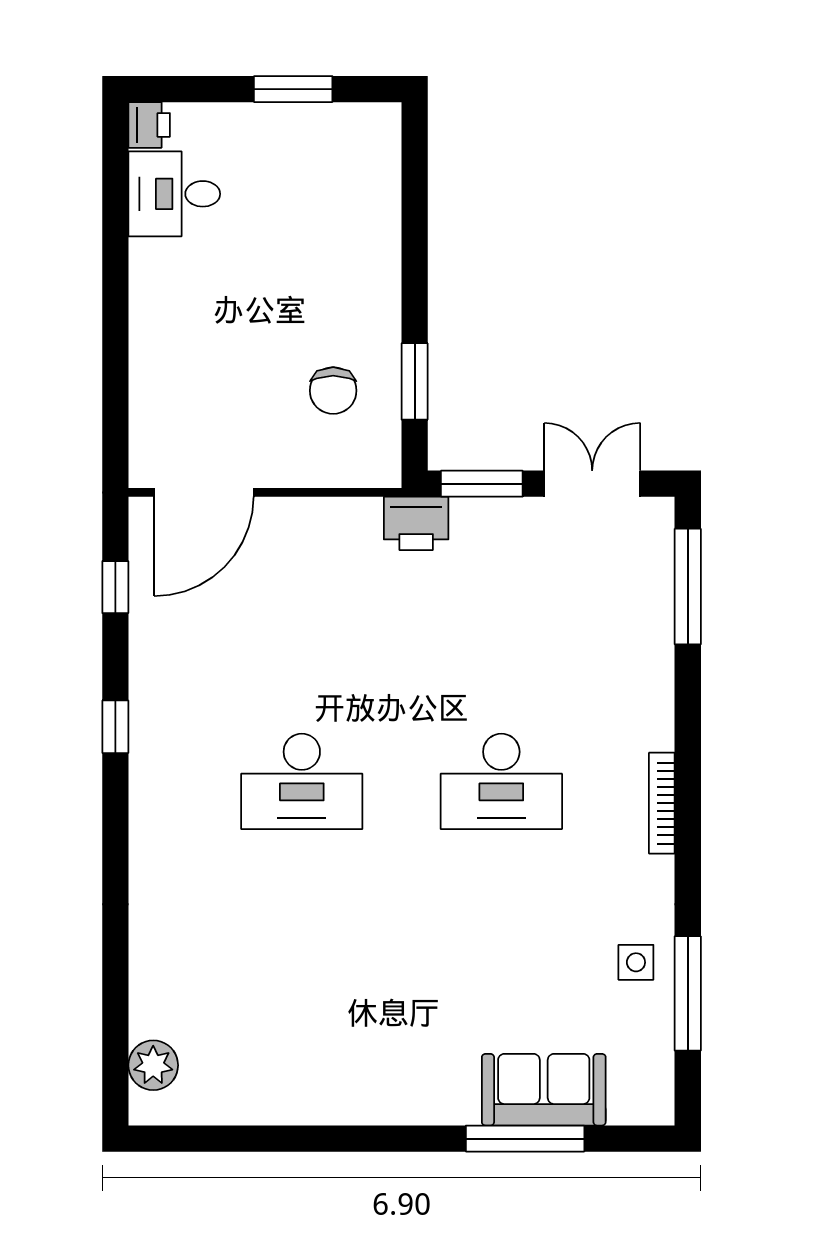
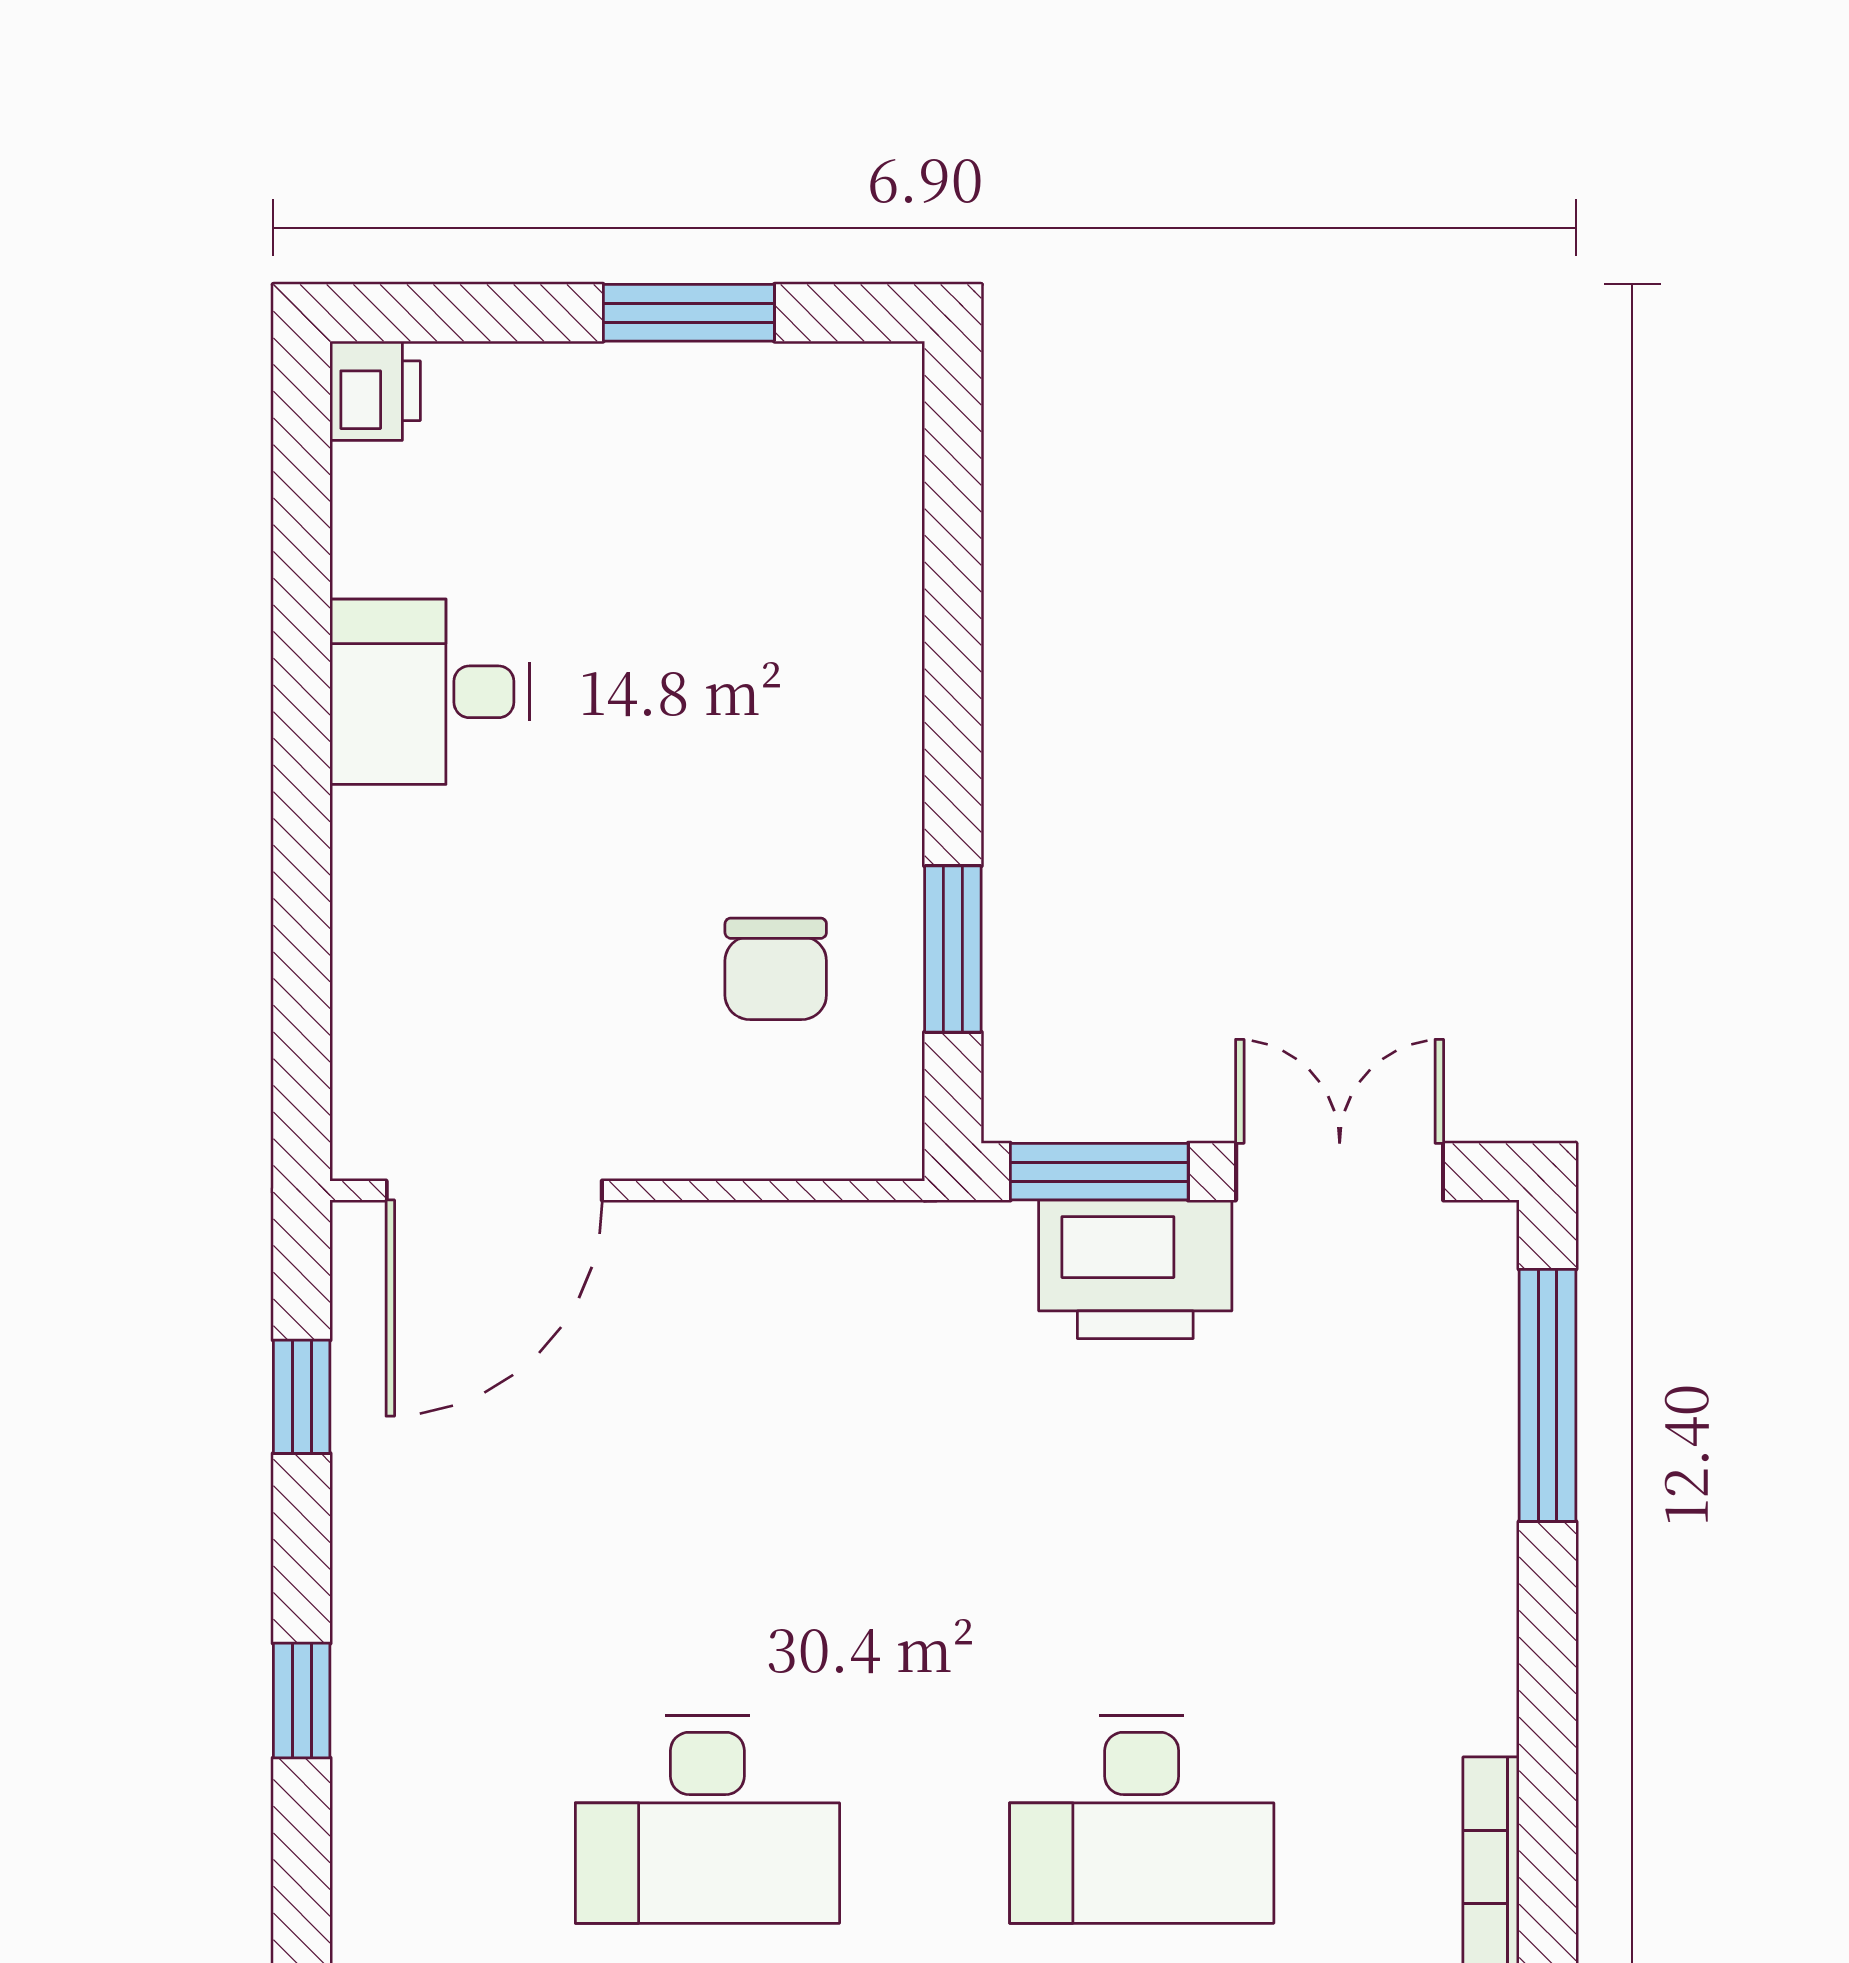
desk: (174, 194) -> (430, 692), moved
printer: (416, 523) -> (1135, 1269), moved, width x1.37, depth x1.19

